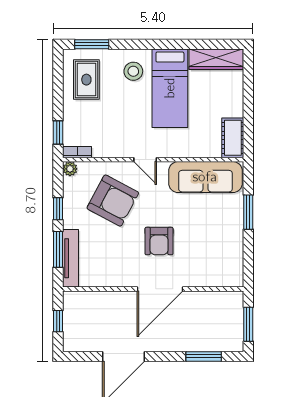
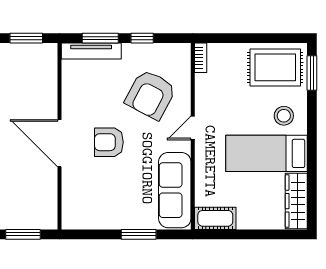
rug: (86, 80) -> (275, 67), width x1.36, depth x1.43
window: (58, 133) -> (221, 38), removed
plant: (70, 169) -> (183, 50), removed
window: (58, 321) -> (26, 38), width x1.50

